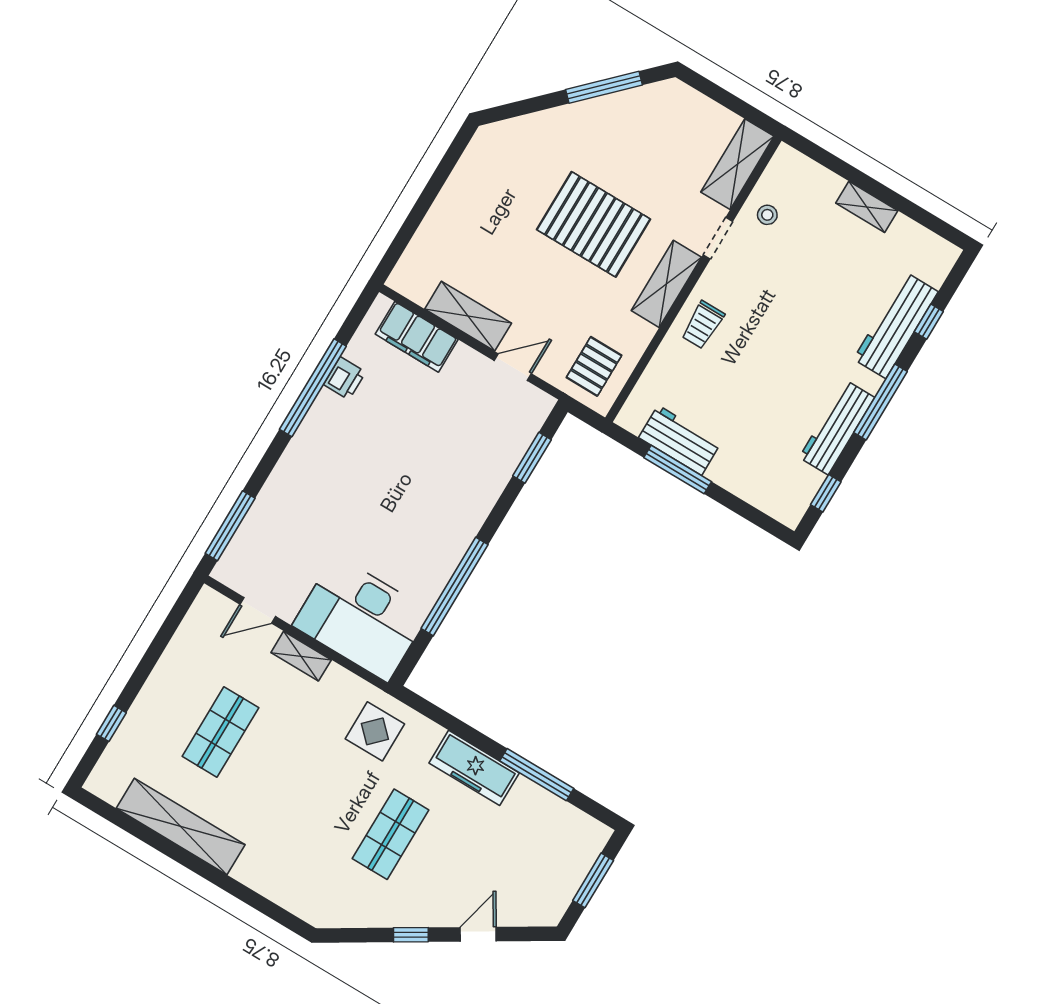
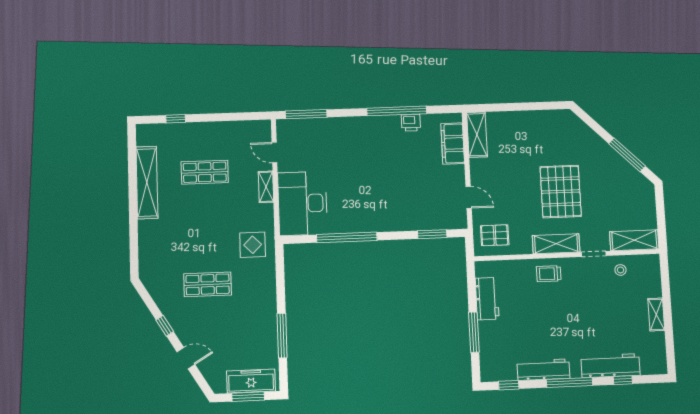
shelving: (468, 316) -> (477, 135), moved
window: (678, 470) -> (474, 332), moved
freezer: (474, 768) -> (251, 381), moved, turned 90

